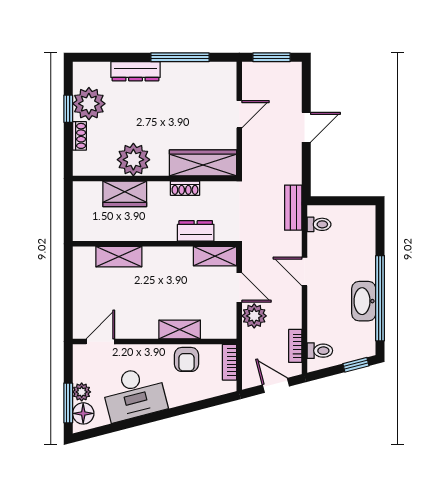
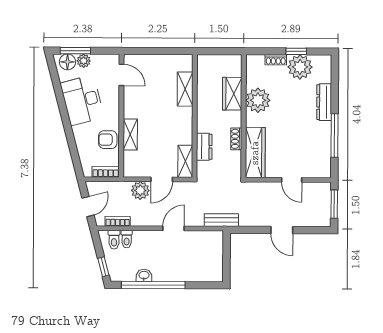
toilet: (319, 224) -> (127, 239), moved
washbasin: (364, 301) -> (144, 275), width x0.52, depth x0.69

